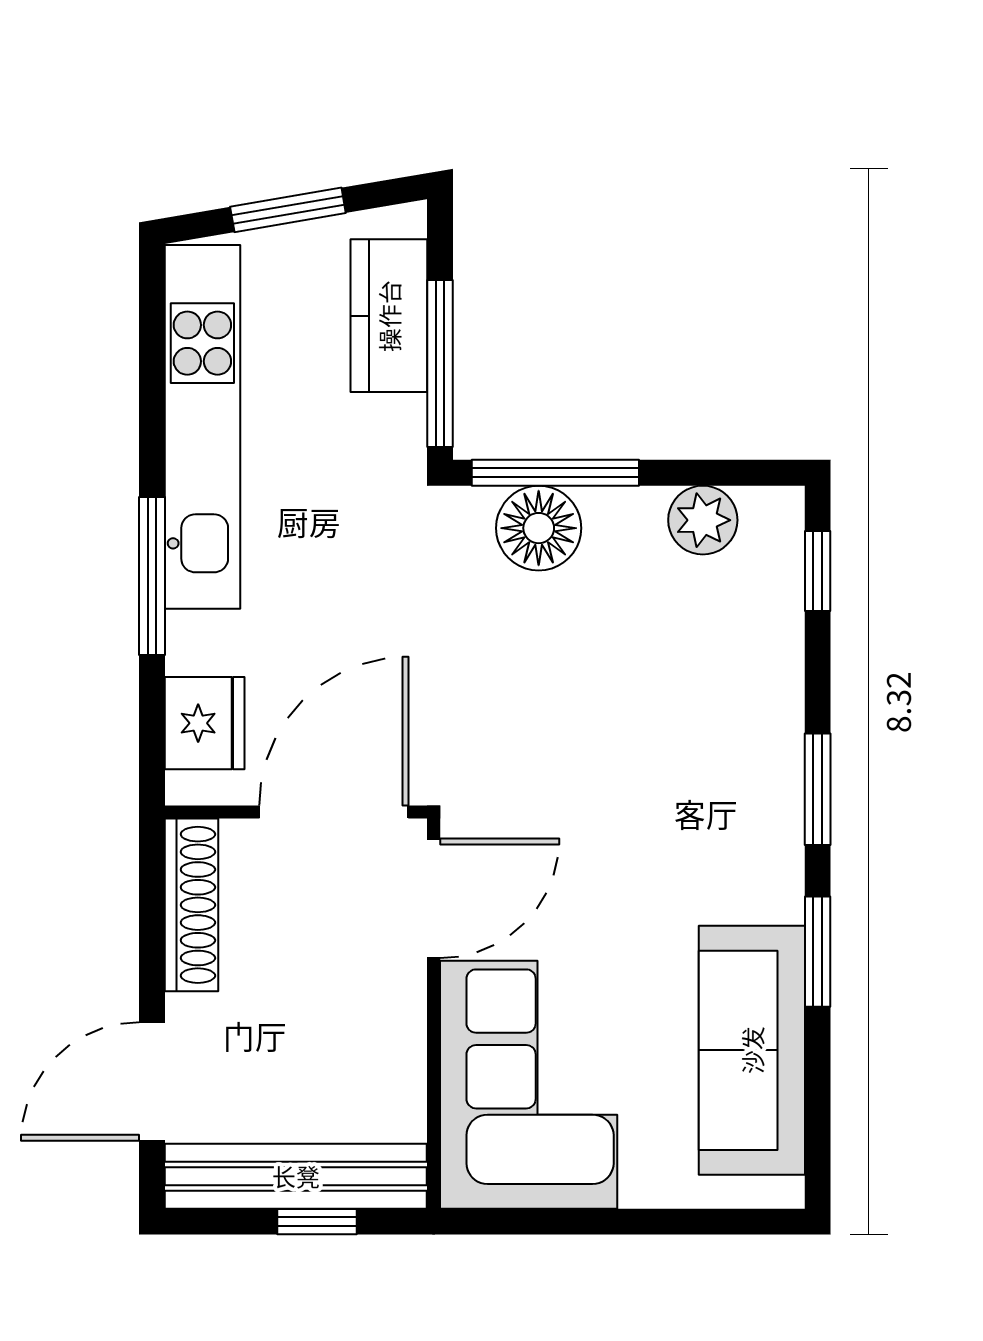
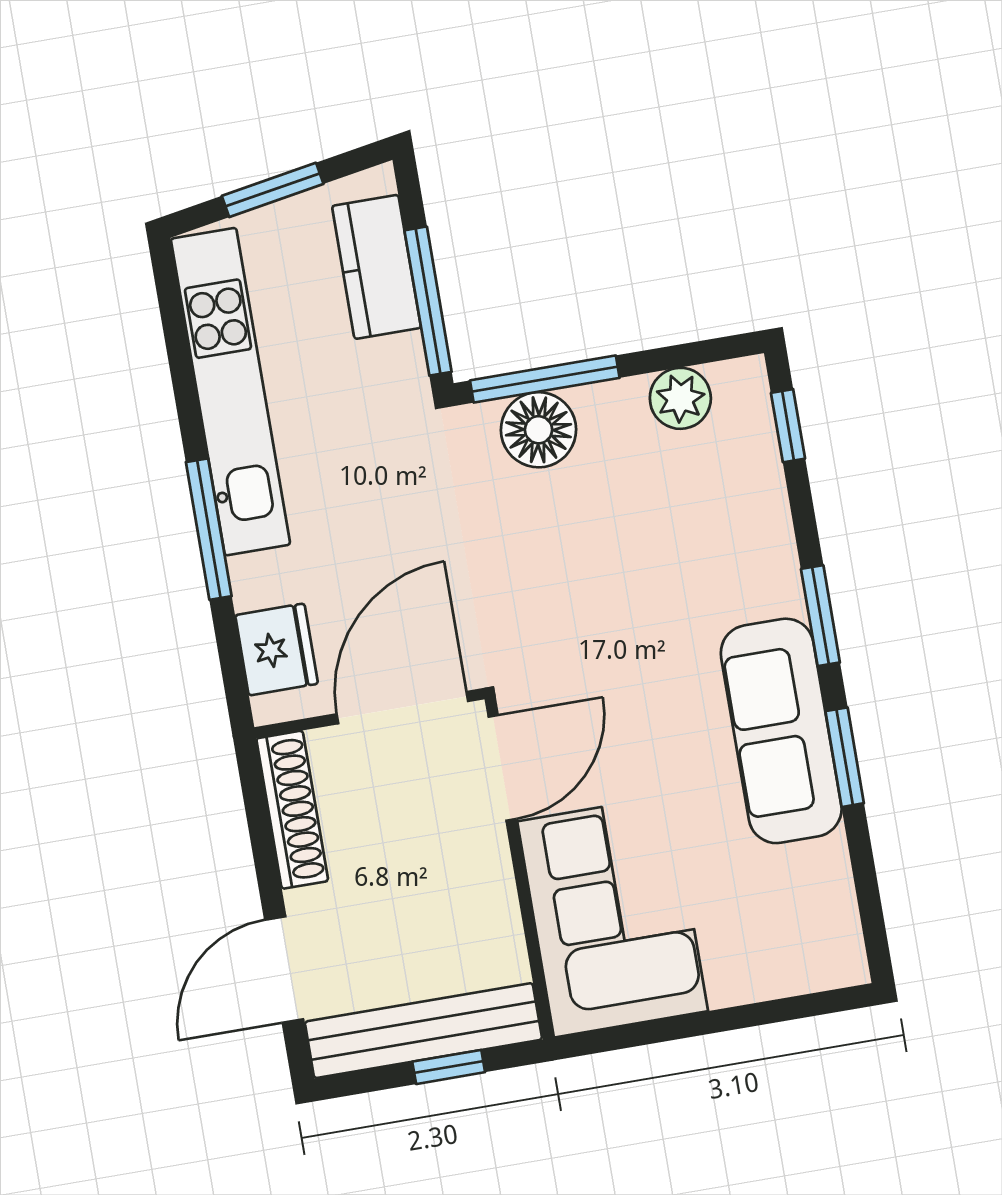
sofa: (752, 1050) -> (781, 731), moved

